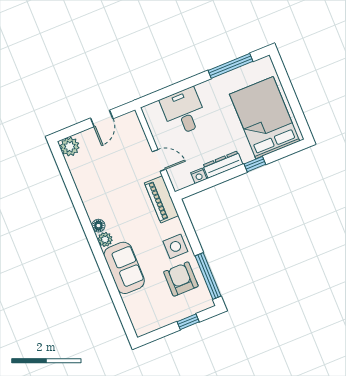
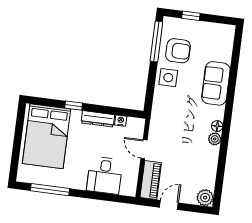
piano: (162, 199) -> (151, 180), moved
plant: (105, 239) -> (215, 139), moved
armchair: (181, 279) -> (178, 51), turned -90

